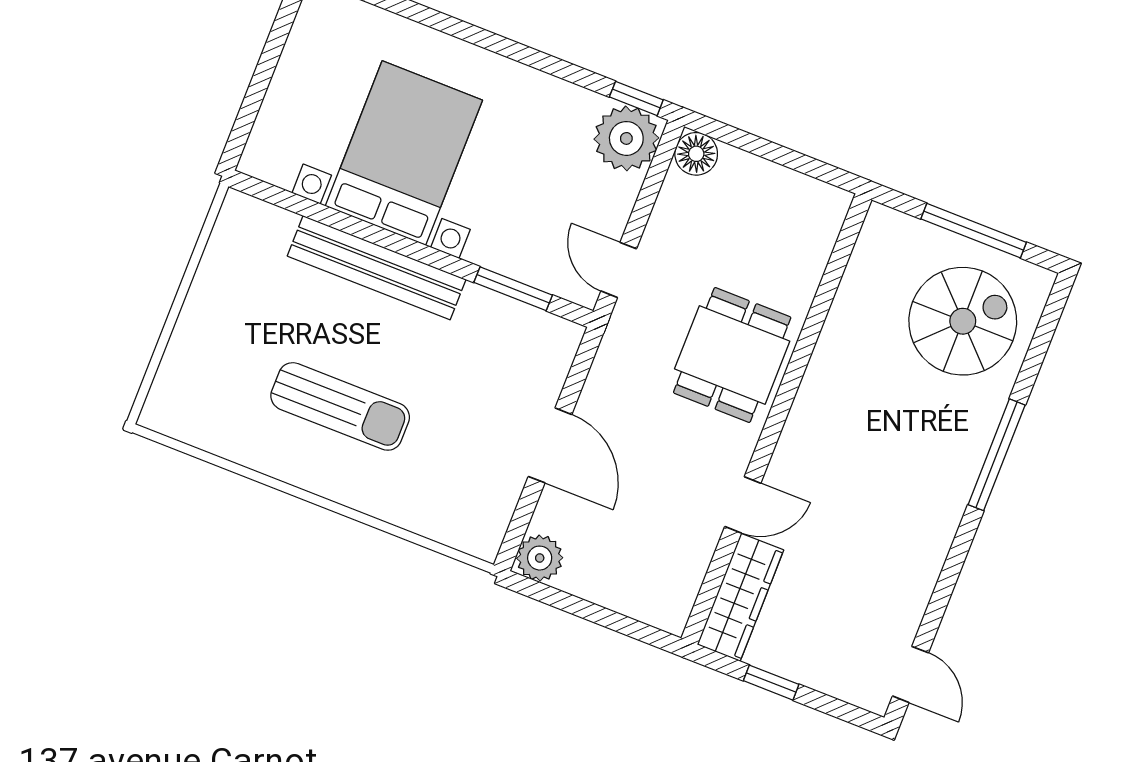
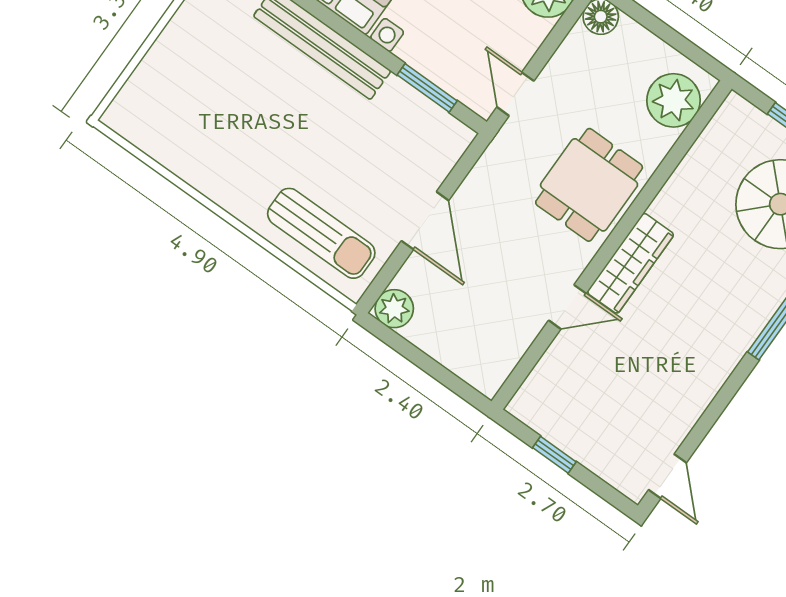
plant: (807, 231) -> (674, 100), added
sun lounger: (340, 406) -> (321, 233), moved
wardrobe: (740, 597) -> (630, 263), moved

